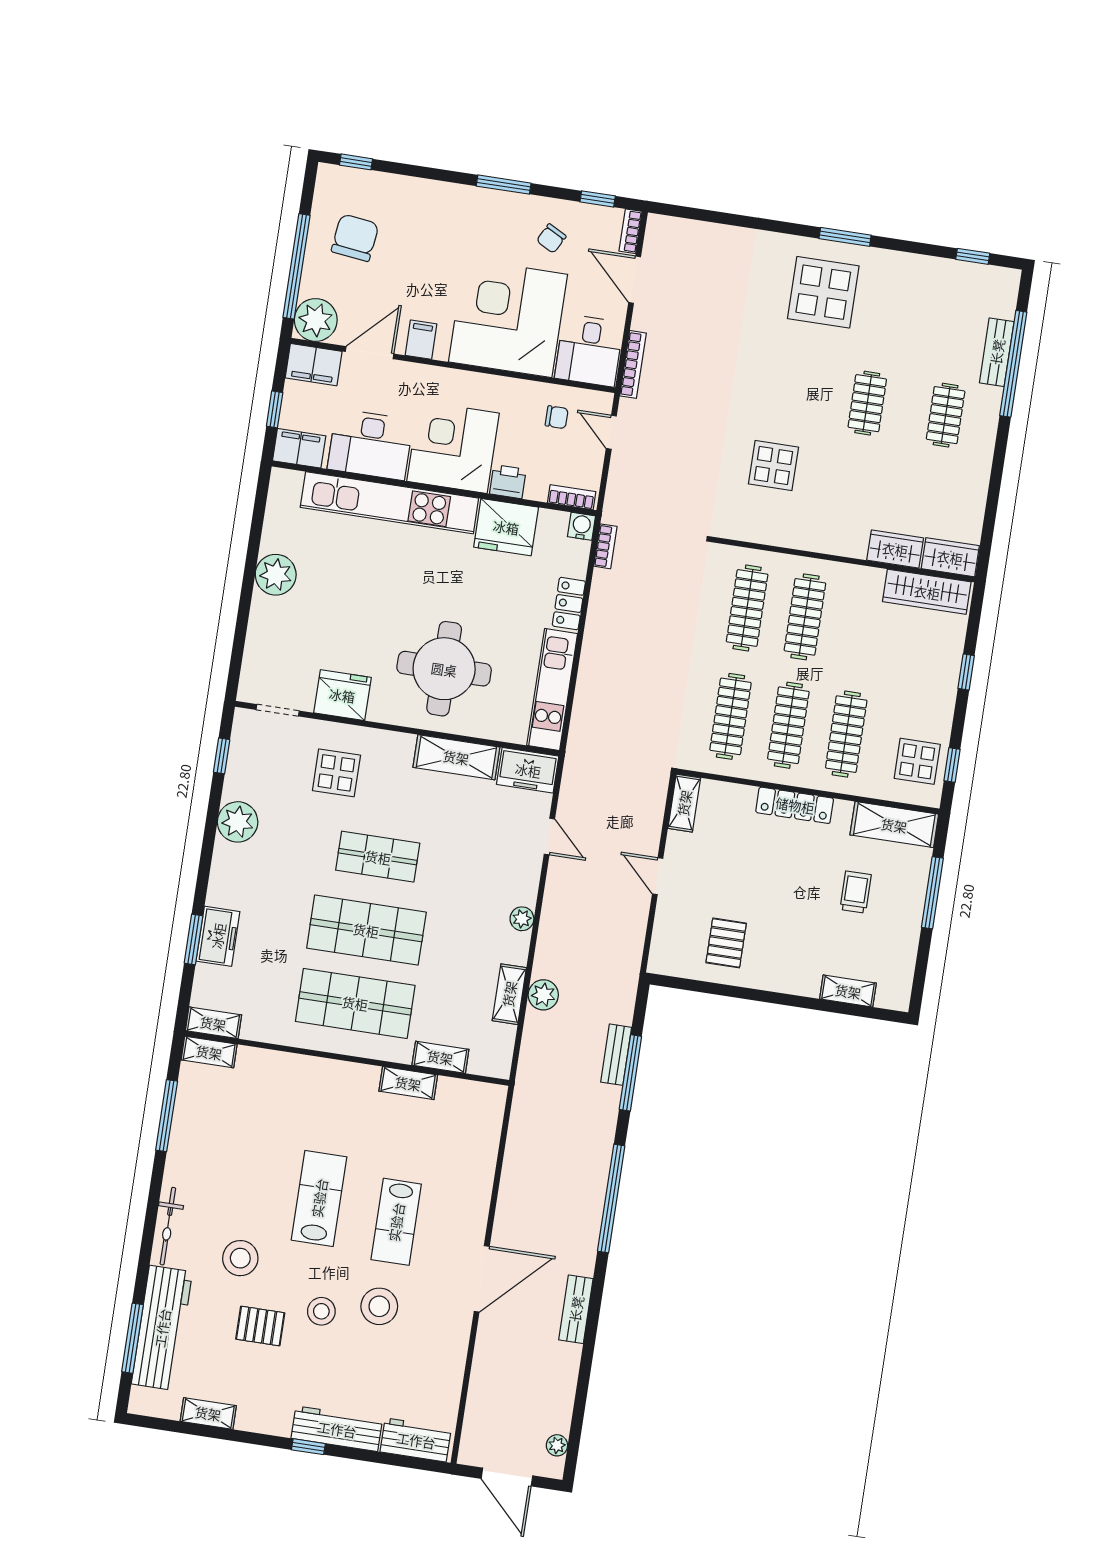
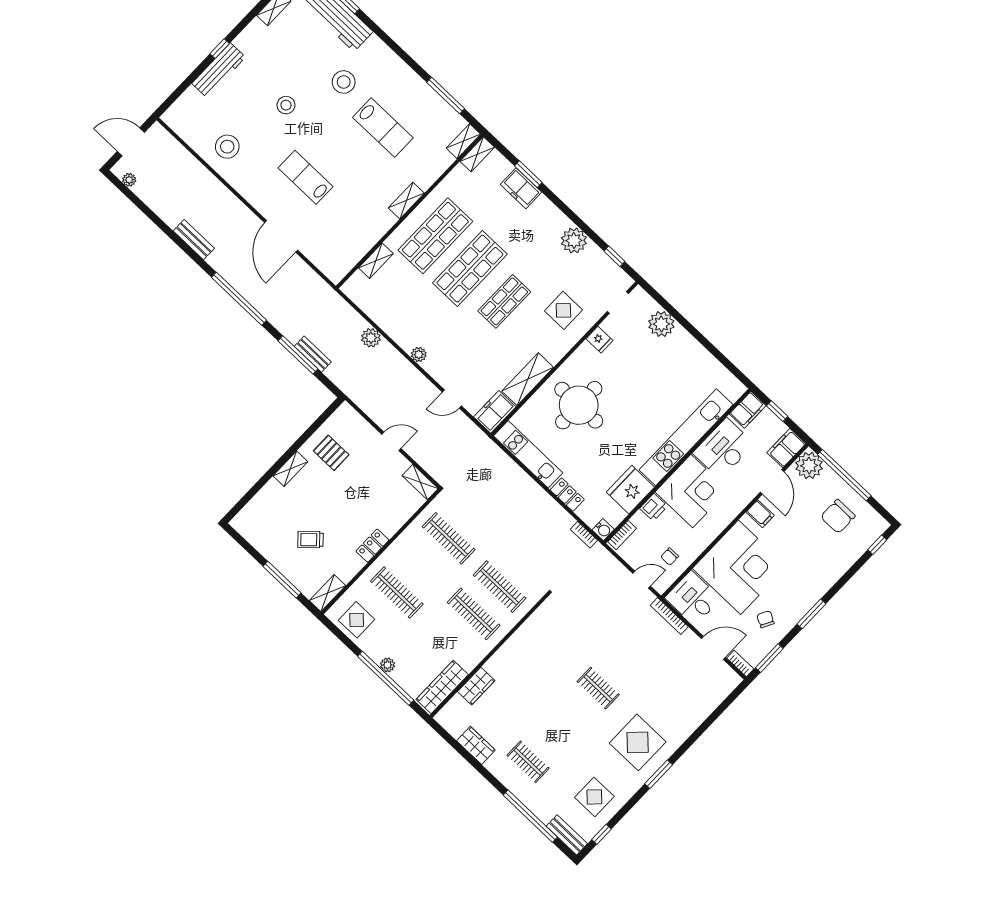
window: (598, 199) -> (769, 658), width x1.50
chair: (355, 238) -> (838, 516), turned 83
bench: (997, 352) -> (567, 835), moved
clothes rail: (867, 403) -> (598, 688), moved
display table: (773, 466) -> (594, 797), moved
wardrobe: (950, 557) -> (476, 745), moved, turned -90
plant: (276, 575) -> (661, 324), moved
window: (966, 672) -> (386, 678), width x3.17
plant: (947, 682) -> (387, 665), added
fridge: (342, 695) -> (599, 340), width x0.53, depth x0.75
clothes rail: (788, 725) -> (423, 565), removed
window: (952, 765) -> (342, 637), removed
locker: (795, 805) -> (372, 546), width x0.66
shelving: (894, 825) -> (327, 593), width x0.67, depth x0.75
trolley: (856, 892) -> (310, 540), turned 137
shelving: (848, 991) -> (290, 469), moved
shelving: (509, 994) -> (384, 320), removed
shelving: (408, 1083) -> (406, 201), moved
lab bench: (319, 1198) -> (383, 128), moved
bicycle: (168, 1226) -> (387, 56), removed
door: (482, 1279) -> (281, 236), moved
stool: (379, 1306) -> (227, 147), moved
pallet: (260, 1326) -> (301, 68), removed
workbench: (416, 1440) -> (184, 108), removed

